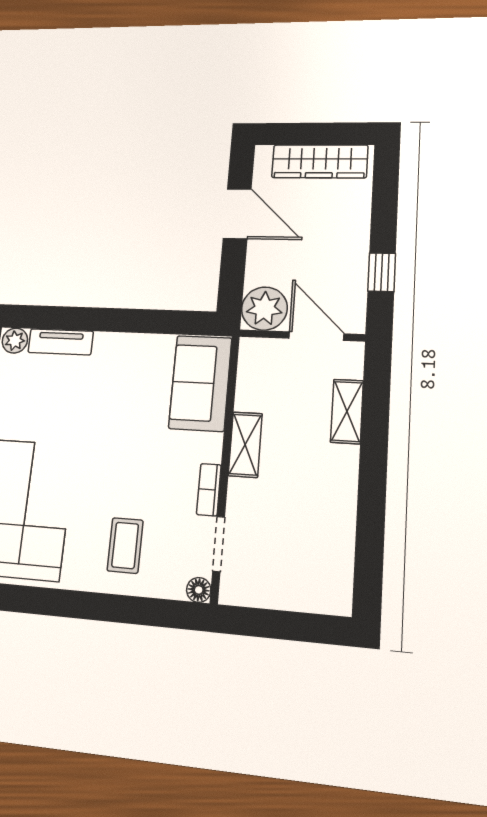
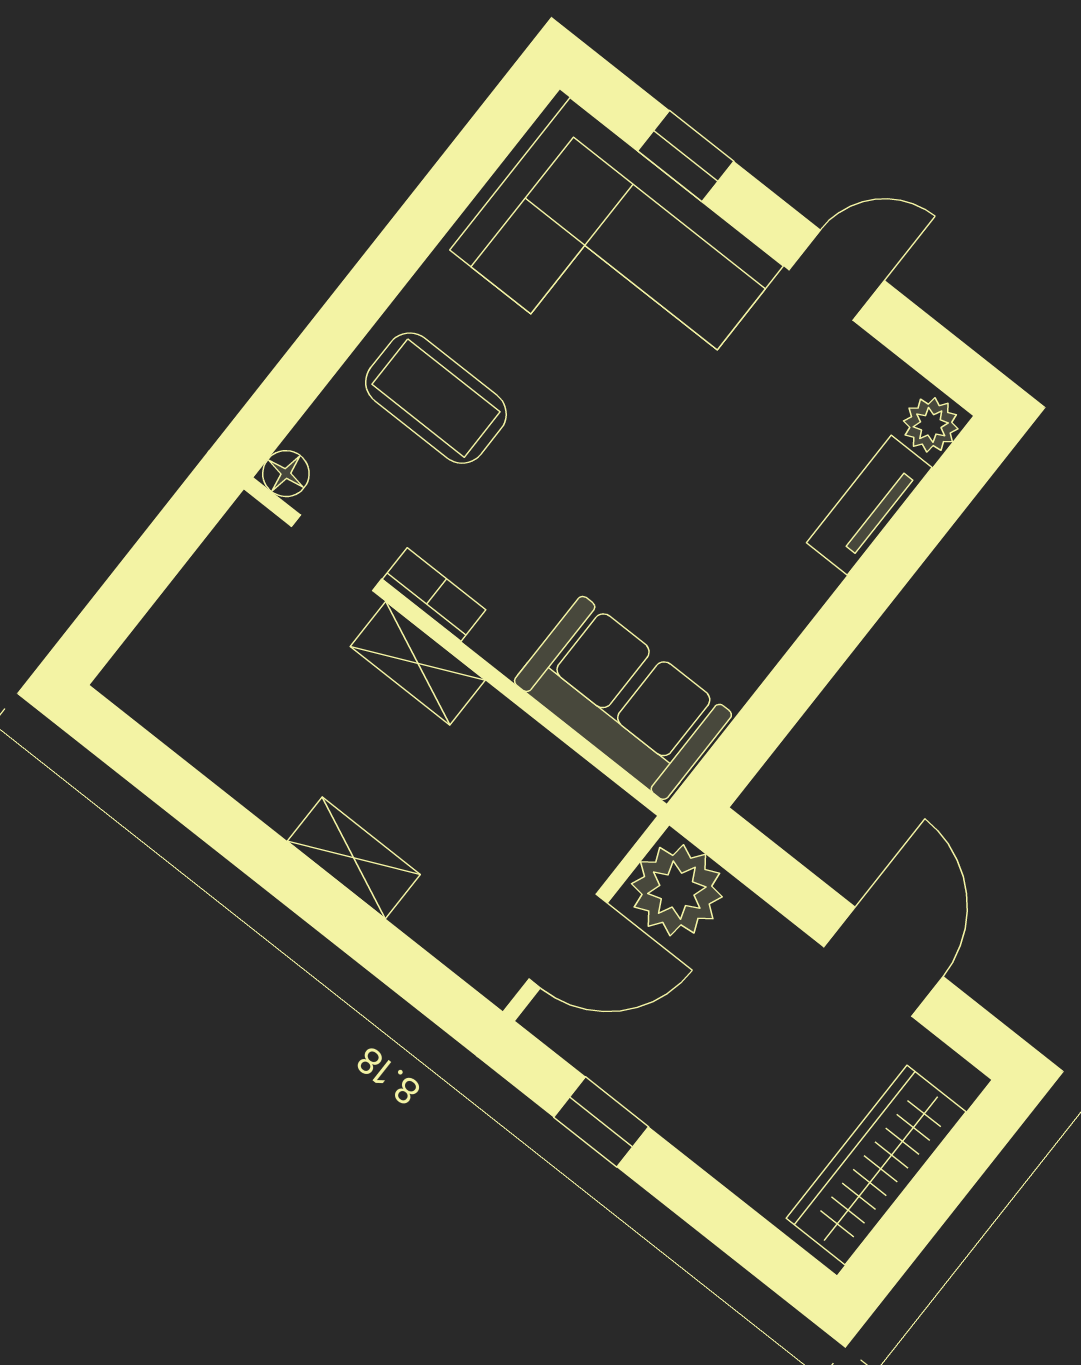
door: (237, 214) -> (883, 962), swing flipped
shelving: (347, 411) -> (354, 858), moved
shelving: (245, 445) -> (418, 663), moved
coffee table: (125, 545) -> (436, 398), width x1.36, depth x1.30

